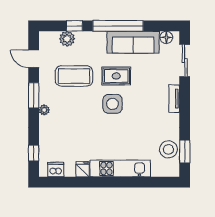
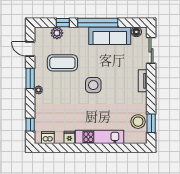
rug: (116, 76) -> (96, 63), removed

